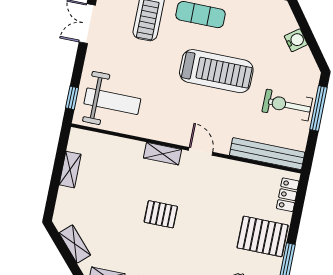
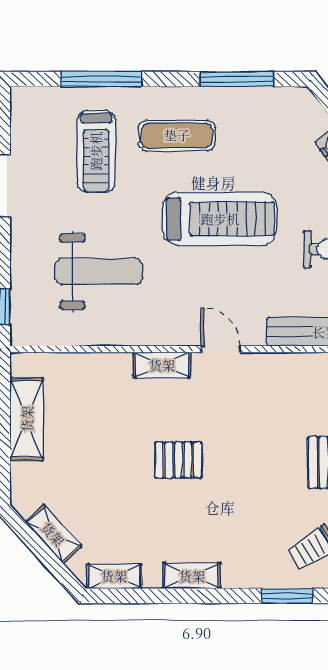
weight bench: (112, 101) -> (99, 272), moved
shelving: (70, 170) -> (27, 419), width x1.50, depth x1.33

